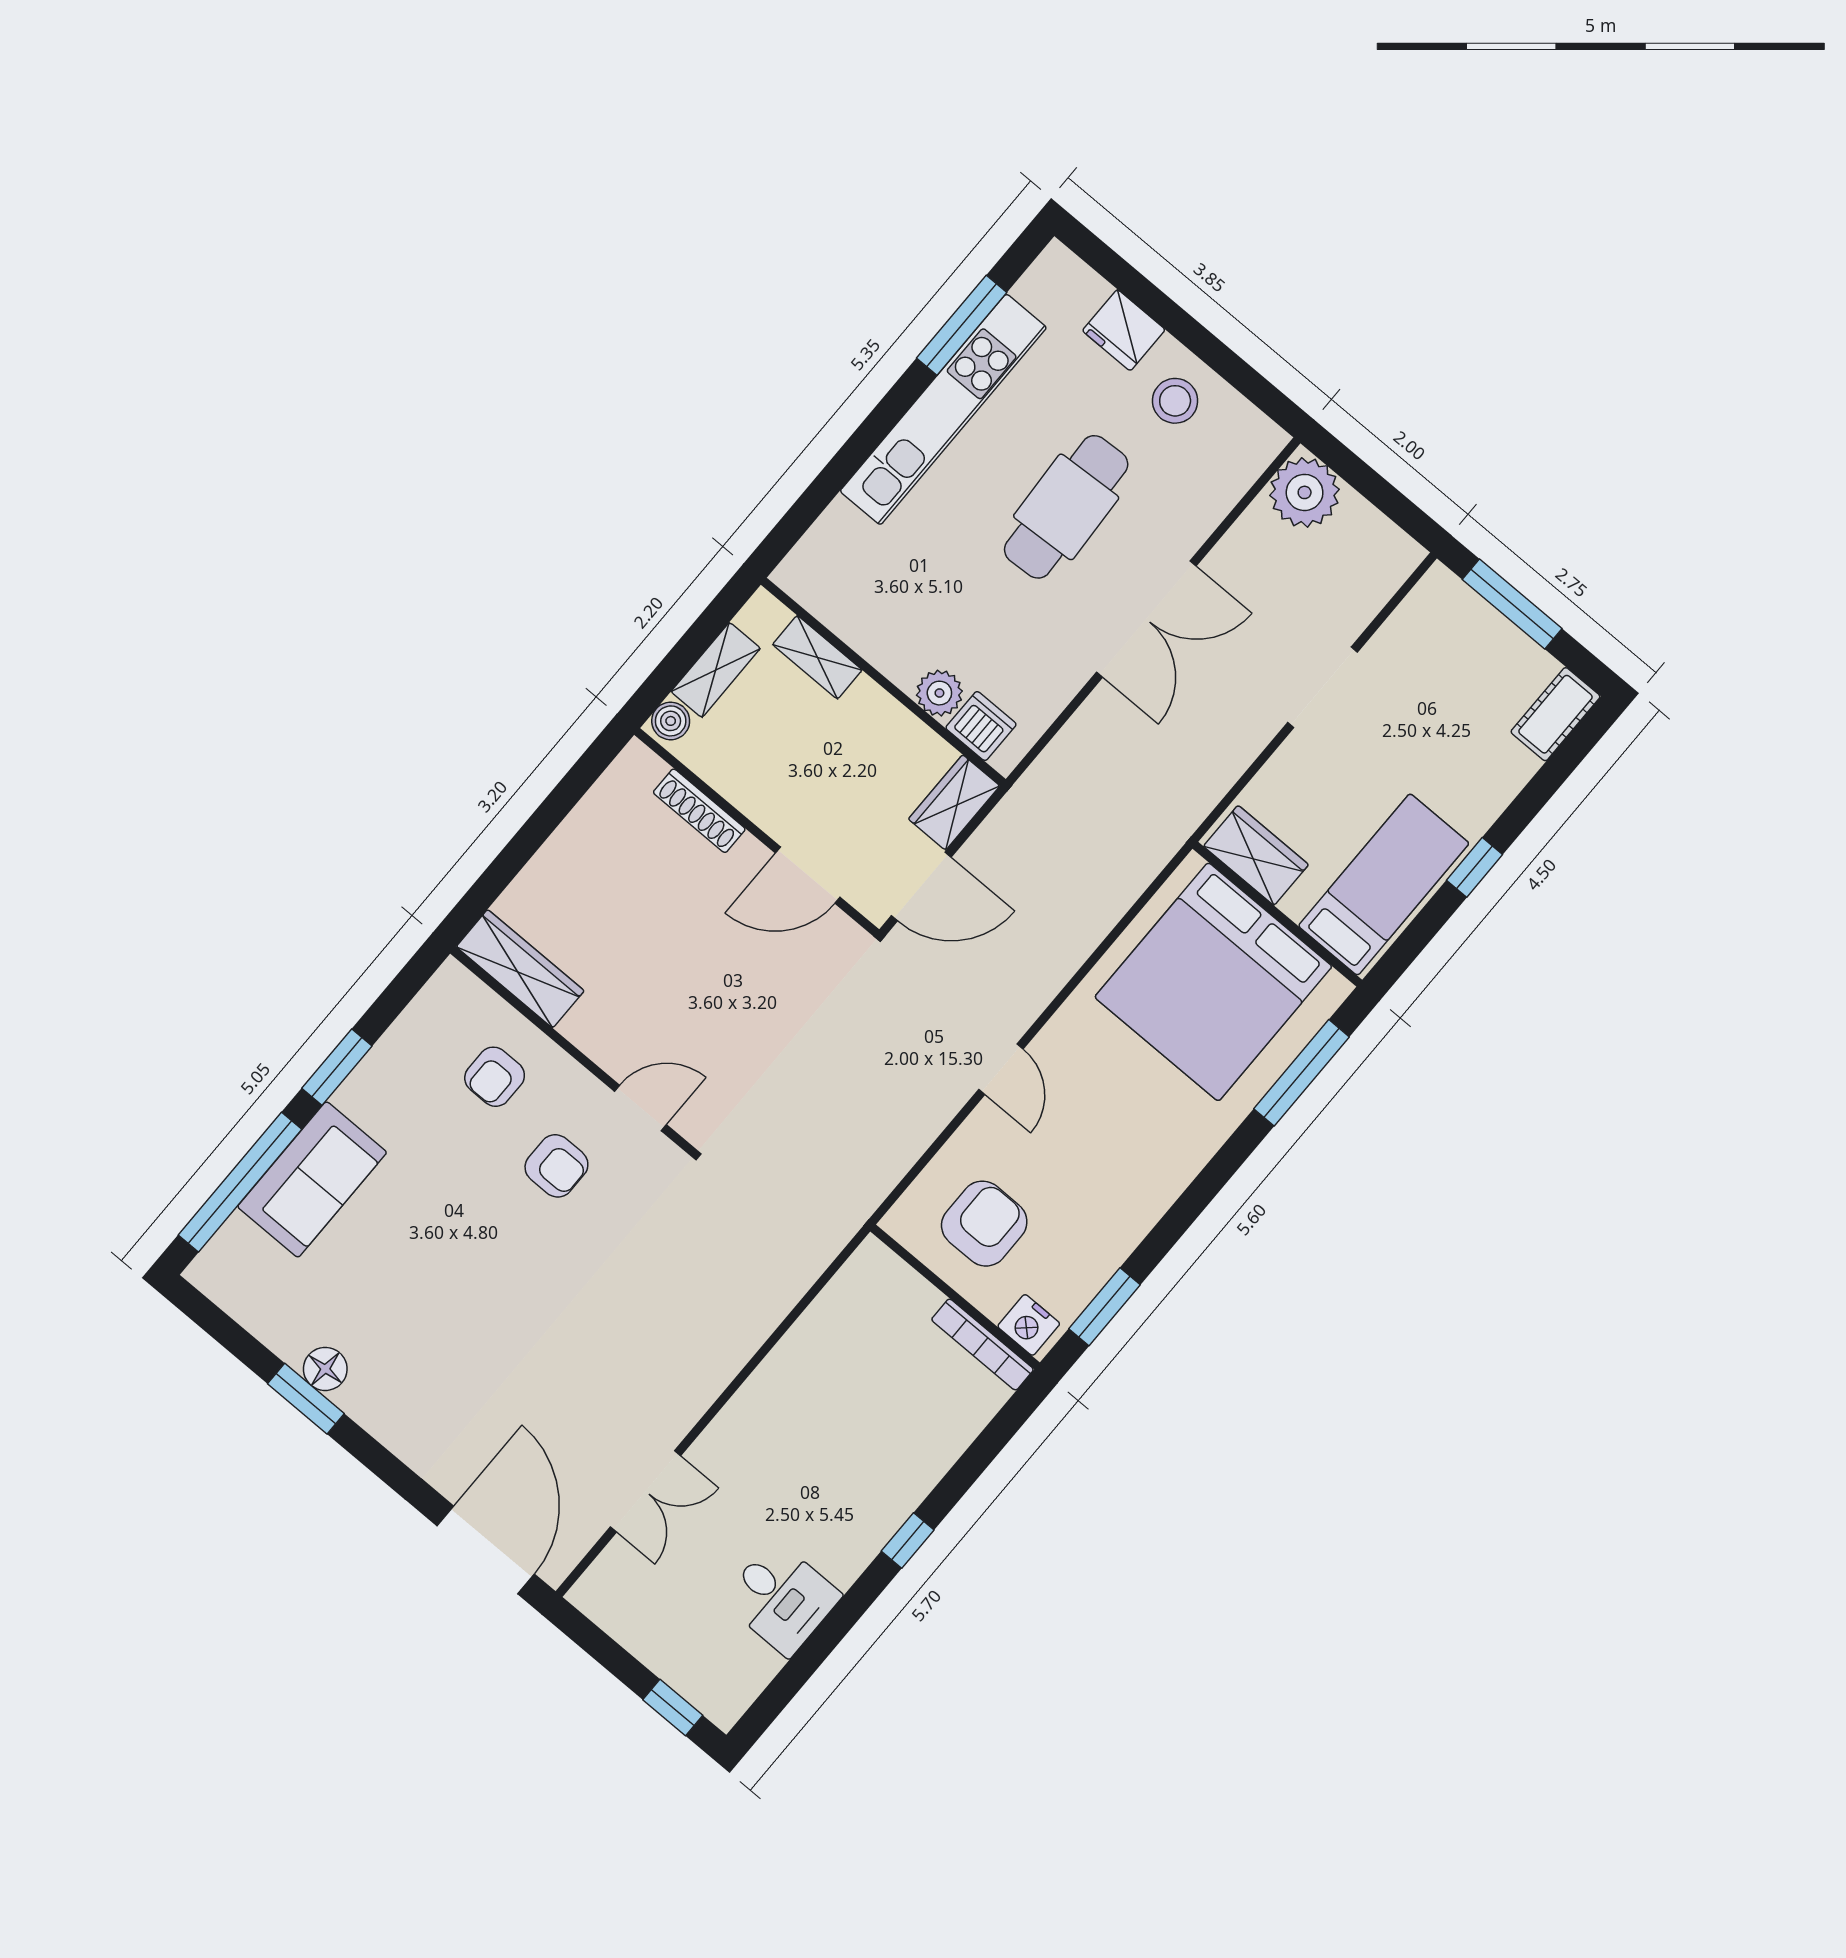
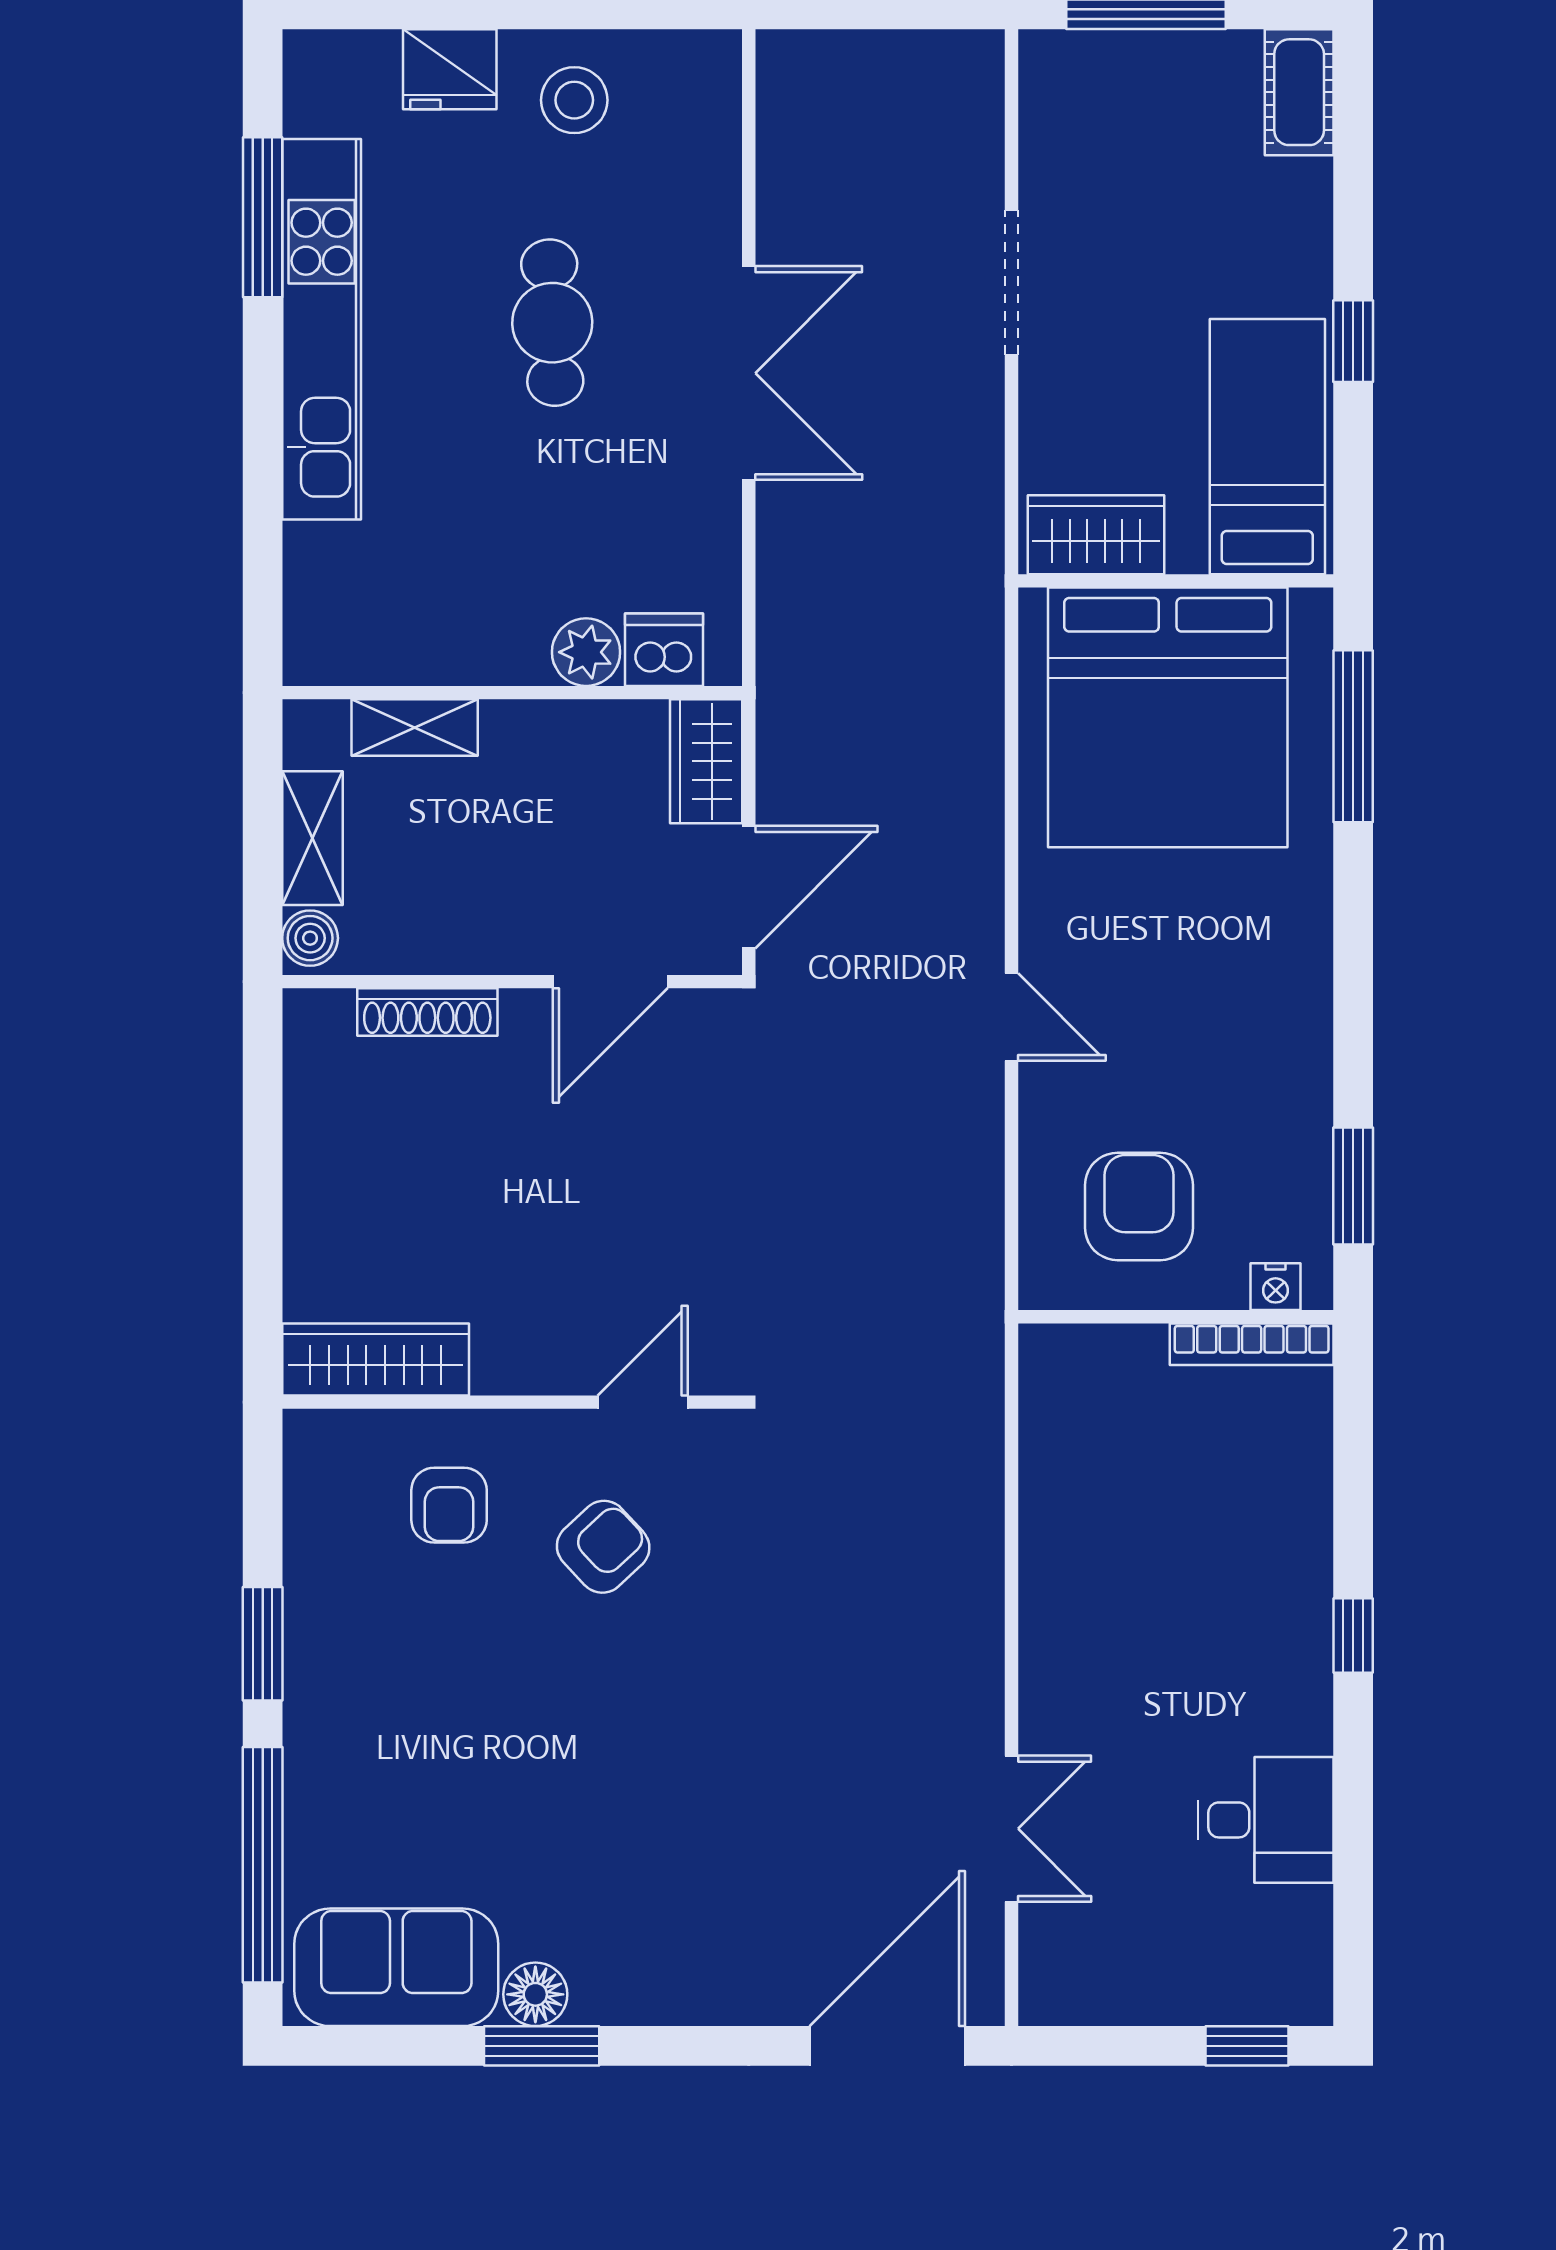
plant: (1305, 492) -> (807, 81), removed
cafe table: (1066, 507) -> (552, 323), width x0.73, depth x0.74
armchair: (556, 1166) -> (603, 1547), turned -43
sofa: (312, 1179) -> (396, 1967), moved, turned -90
nightstand: (1029, 1325) -> (1275, 1287), width x0.72, depth x0.74
door: (486, 1550) -> (887, 2046), hinge flipped

